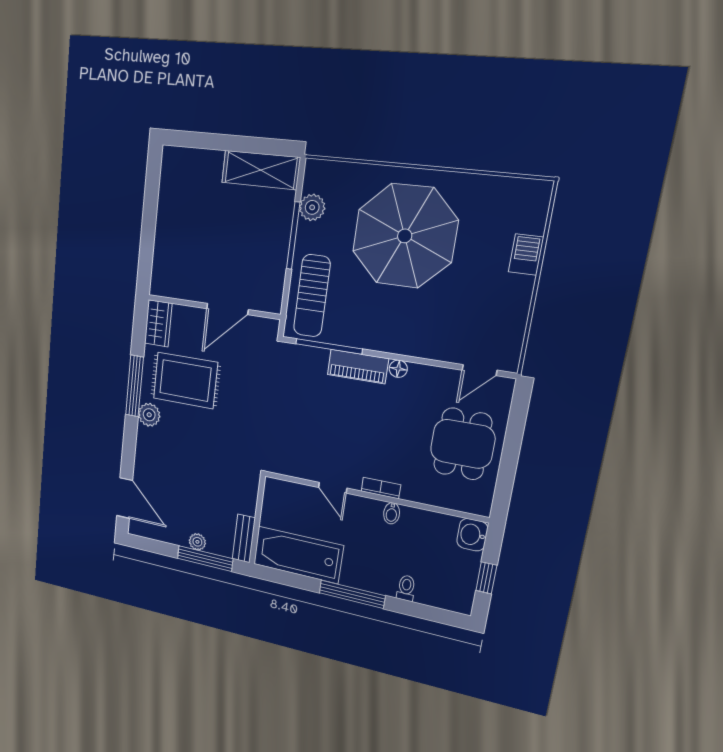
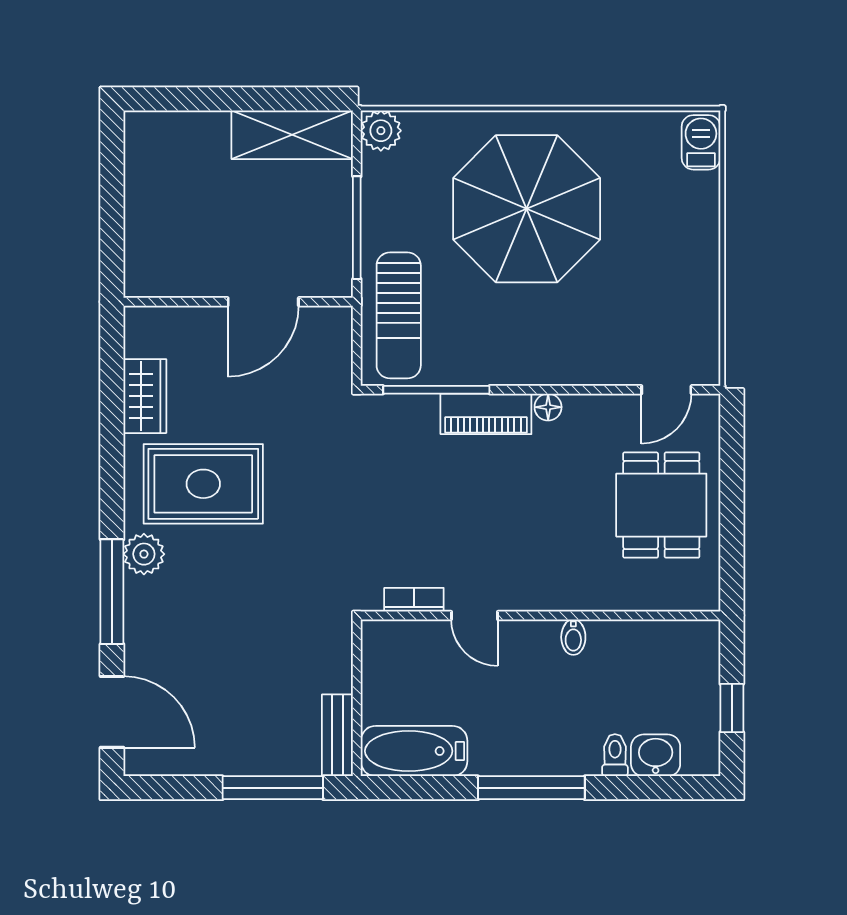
plant: (312, 207) -> (381, 131), moved
barbecue: (526, 255) -> (701, 142), moved
wall: (213, 307) -> (238, 302), moved
door: (227, 309) -> (263, 302), moved
window: (134, 386) -> (112, 592), moved
bookcase: (381, 488) -> (414, 600), moved
washbasin: (472, 535) -> (656, 755), moved, turned 90
plant: (197, 542) -> (256, 761), removed
bathtub: (298, 555) -> (414, 751), width x0.73, depth x0.73

